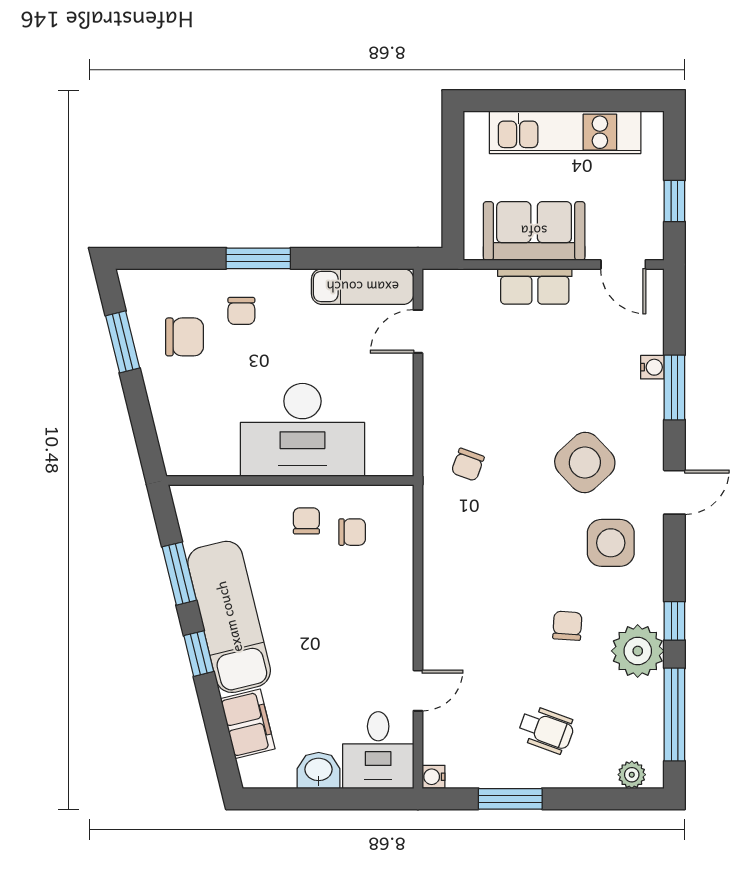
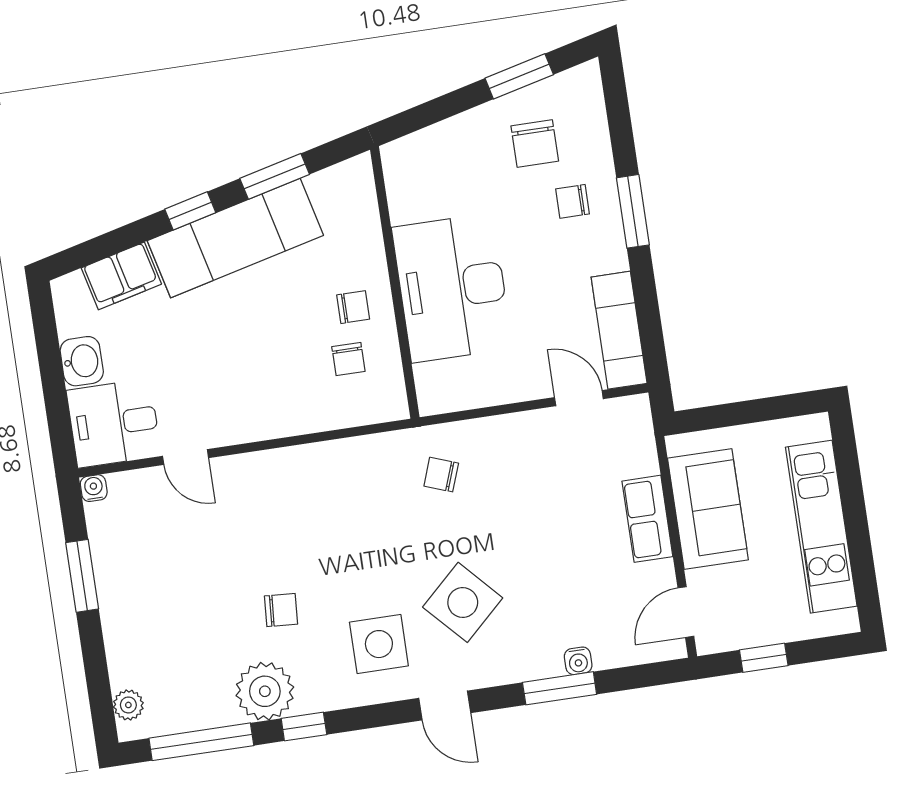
wheelchair: (546, 730) -> (164, 604), removed

